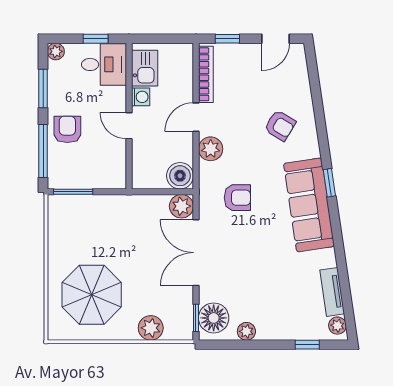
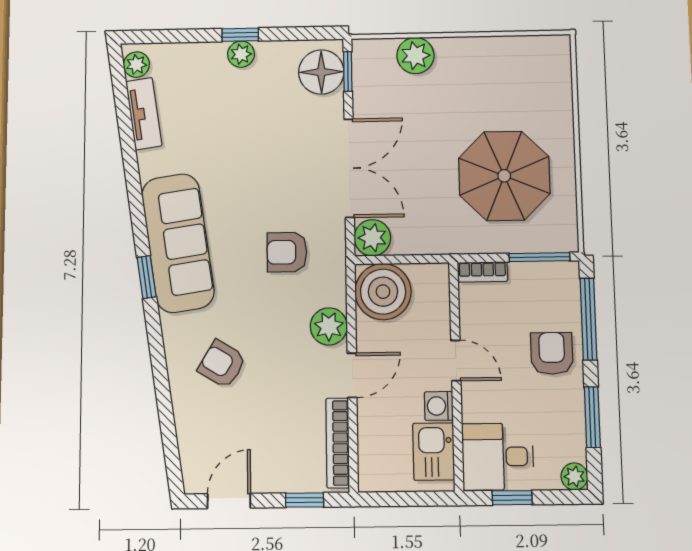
armchair: (67, 129) -> (552, 353), turned 180
boiler: (180, 176) -> (383, 292), width x1.37, depth x1.37
bookcase: (110, 183) -> (482, 272), added
parasol: (92, 295) -> (504, 176), moved
plant: (246, 331) -> (241, 54), moved
window: (307, 345) -> (240, 35), moved

